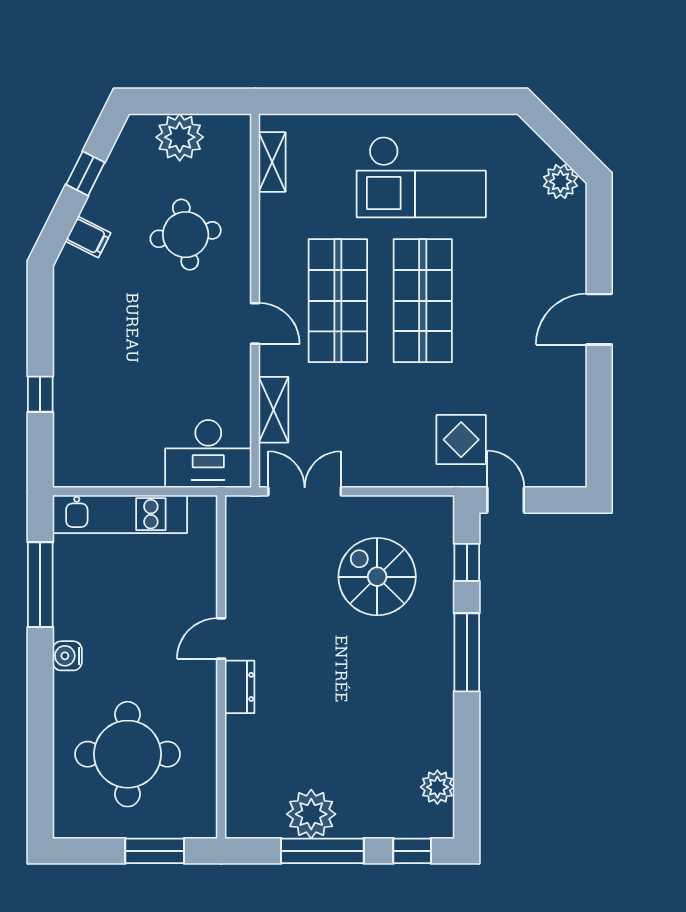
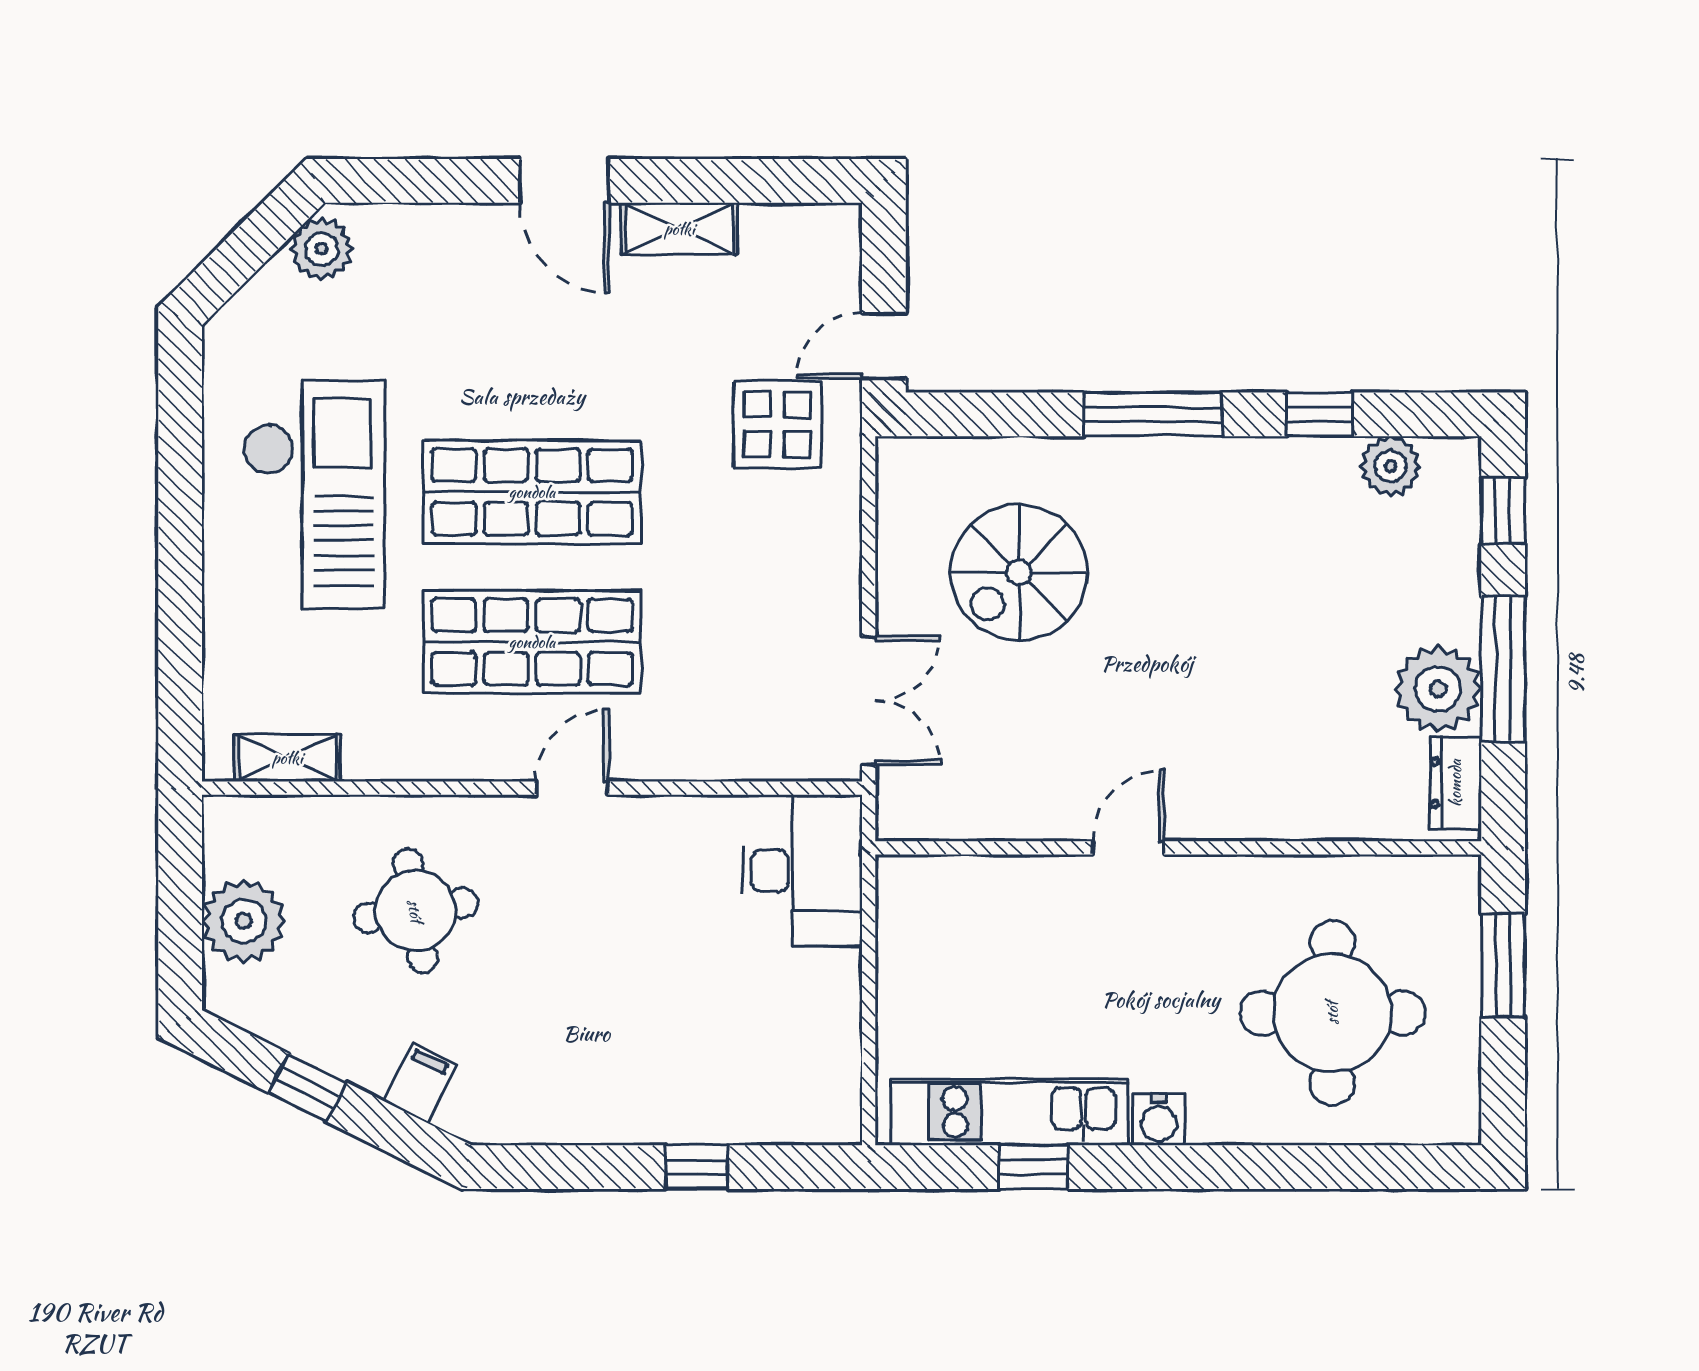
shelving: (274, 410) -> (679, 229), moved
double door: (305, 491) -> (869, 701), swing flipped
kitchen unit: (120, 514) -> (1010, 1112), moved, turned -90
window: (467, 562) -> (1319, 414), moved
window: (40, 585) -> (1033, 1167), width x0.46
door: (221, 638) -> (1128, 848), swing flipped
dresser: (240, 687) -> (1455, 783), moved, turned -90

